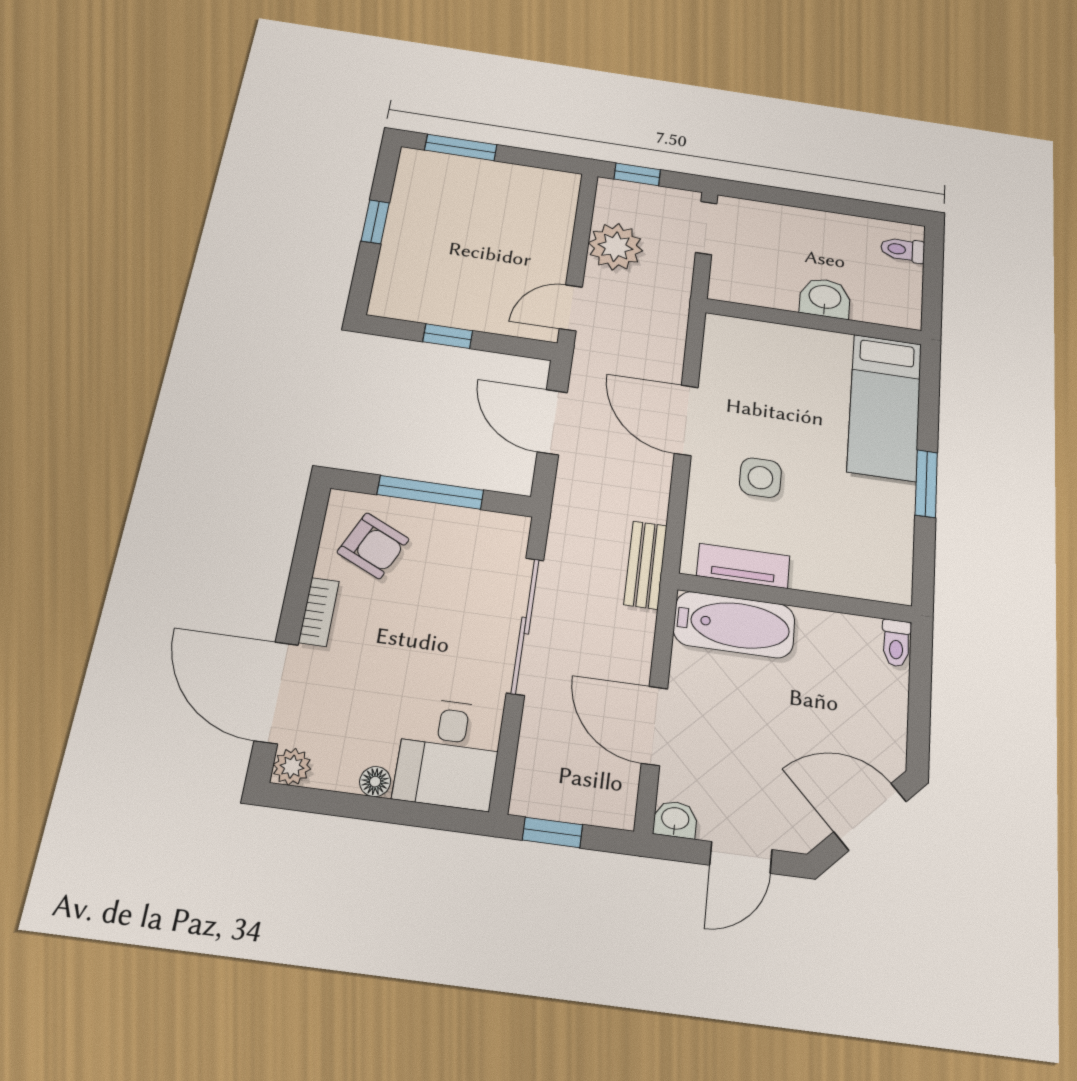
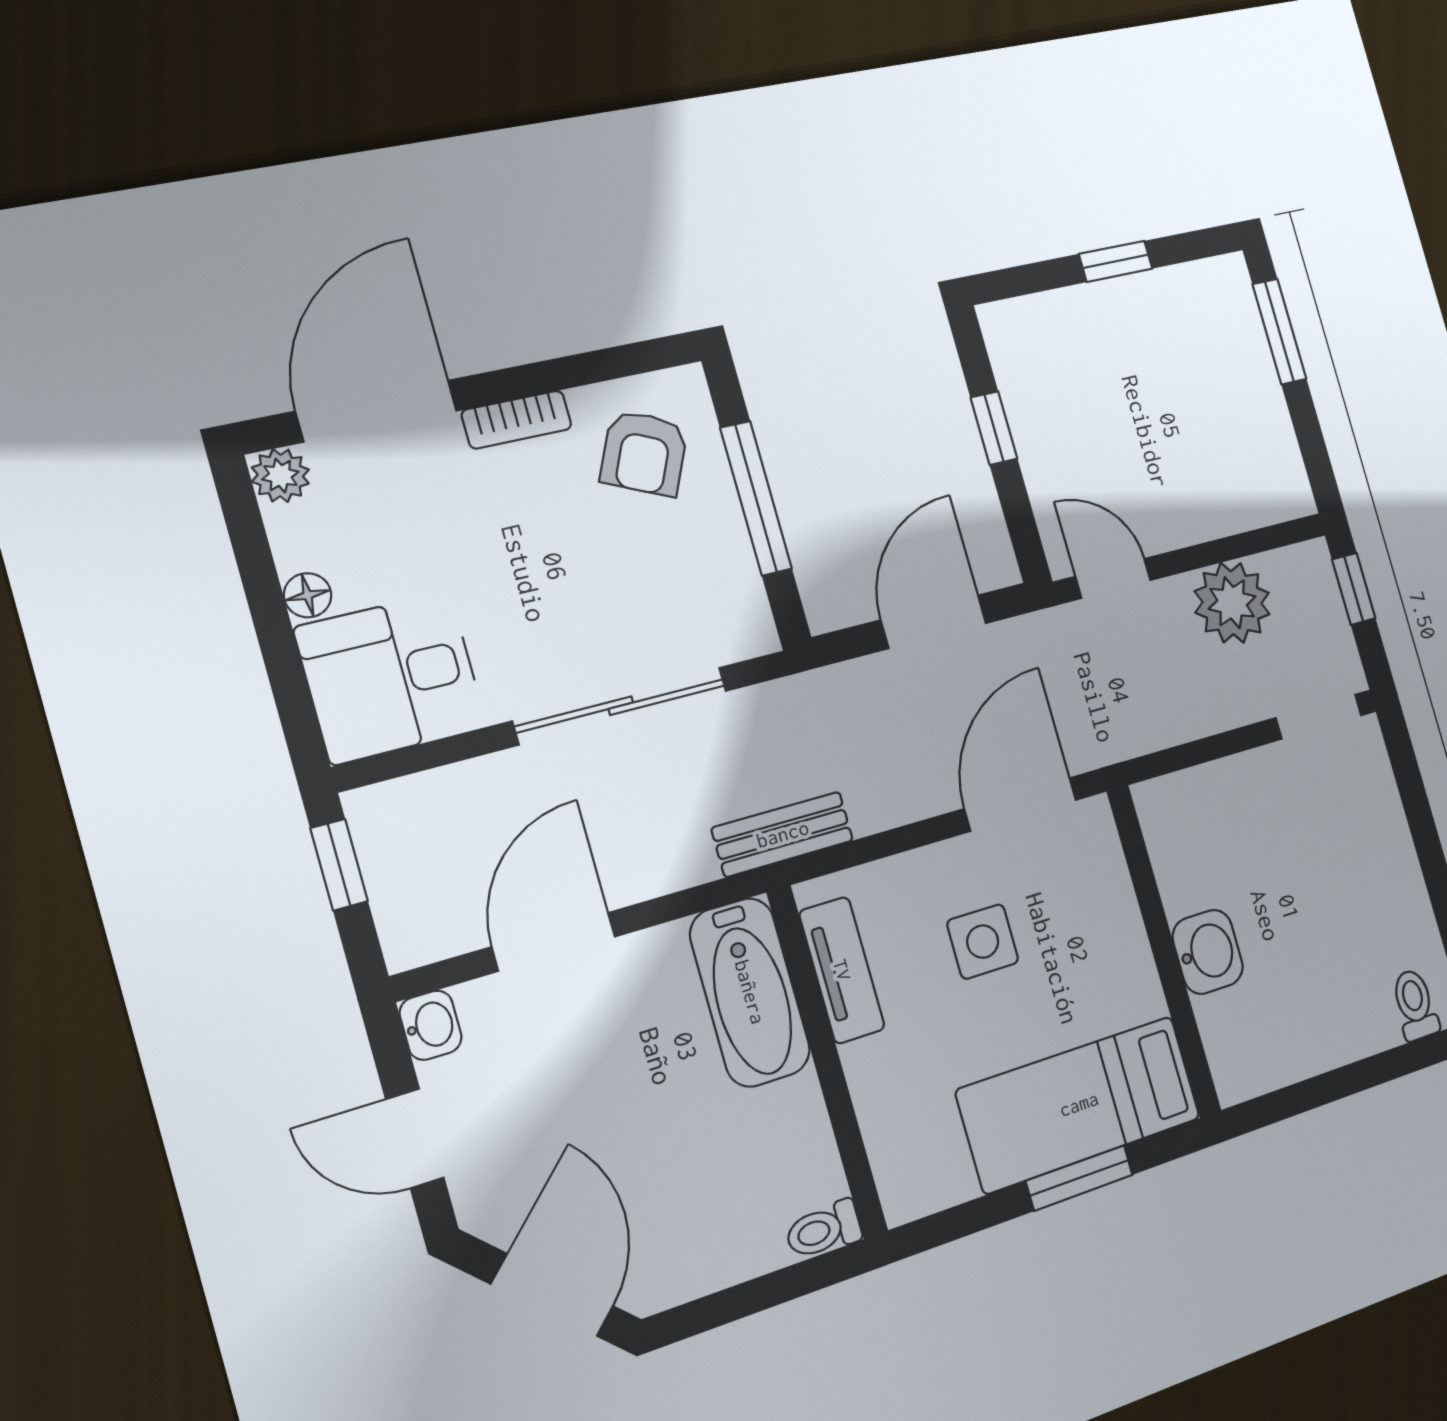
washbasin: (825, 298) -> (1208, 952), moved
wall: (814, 322) -> (1164, 951), moved
bed: (885, 407) -> (1079, 1104), moved

